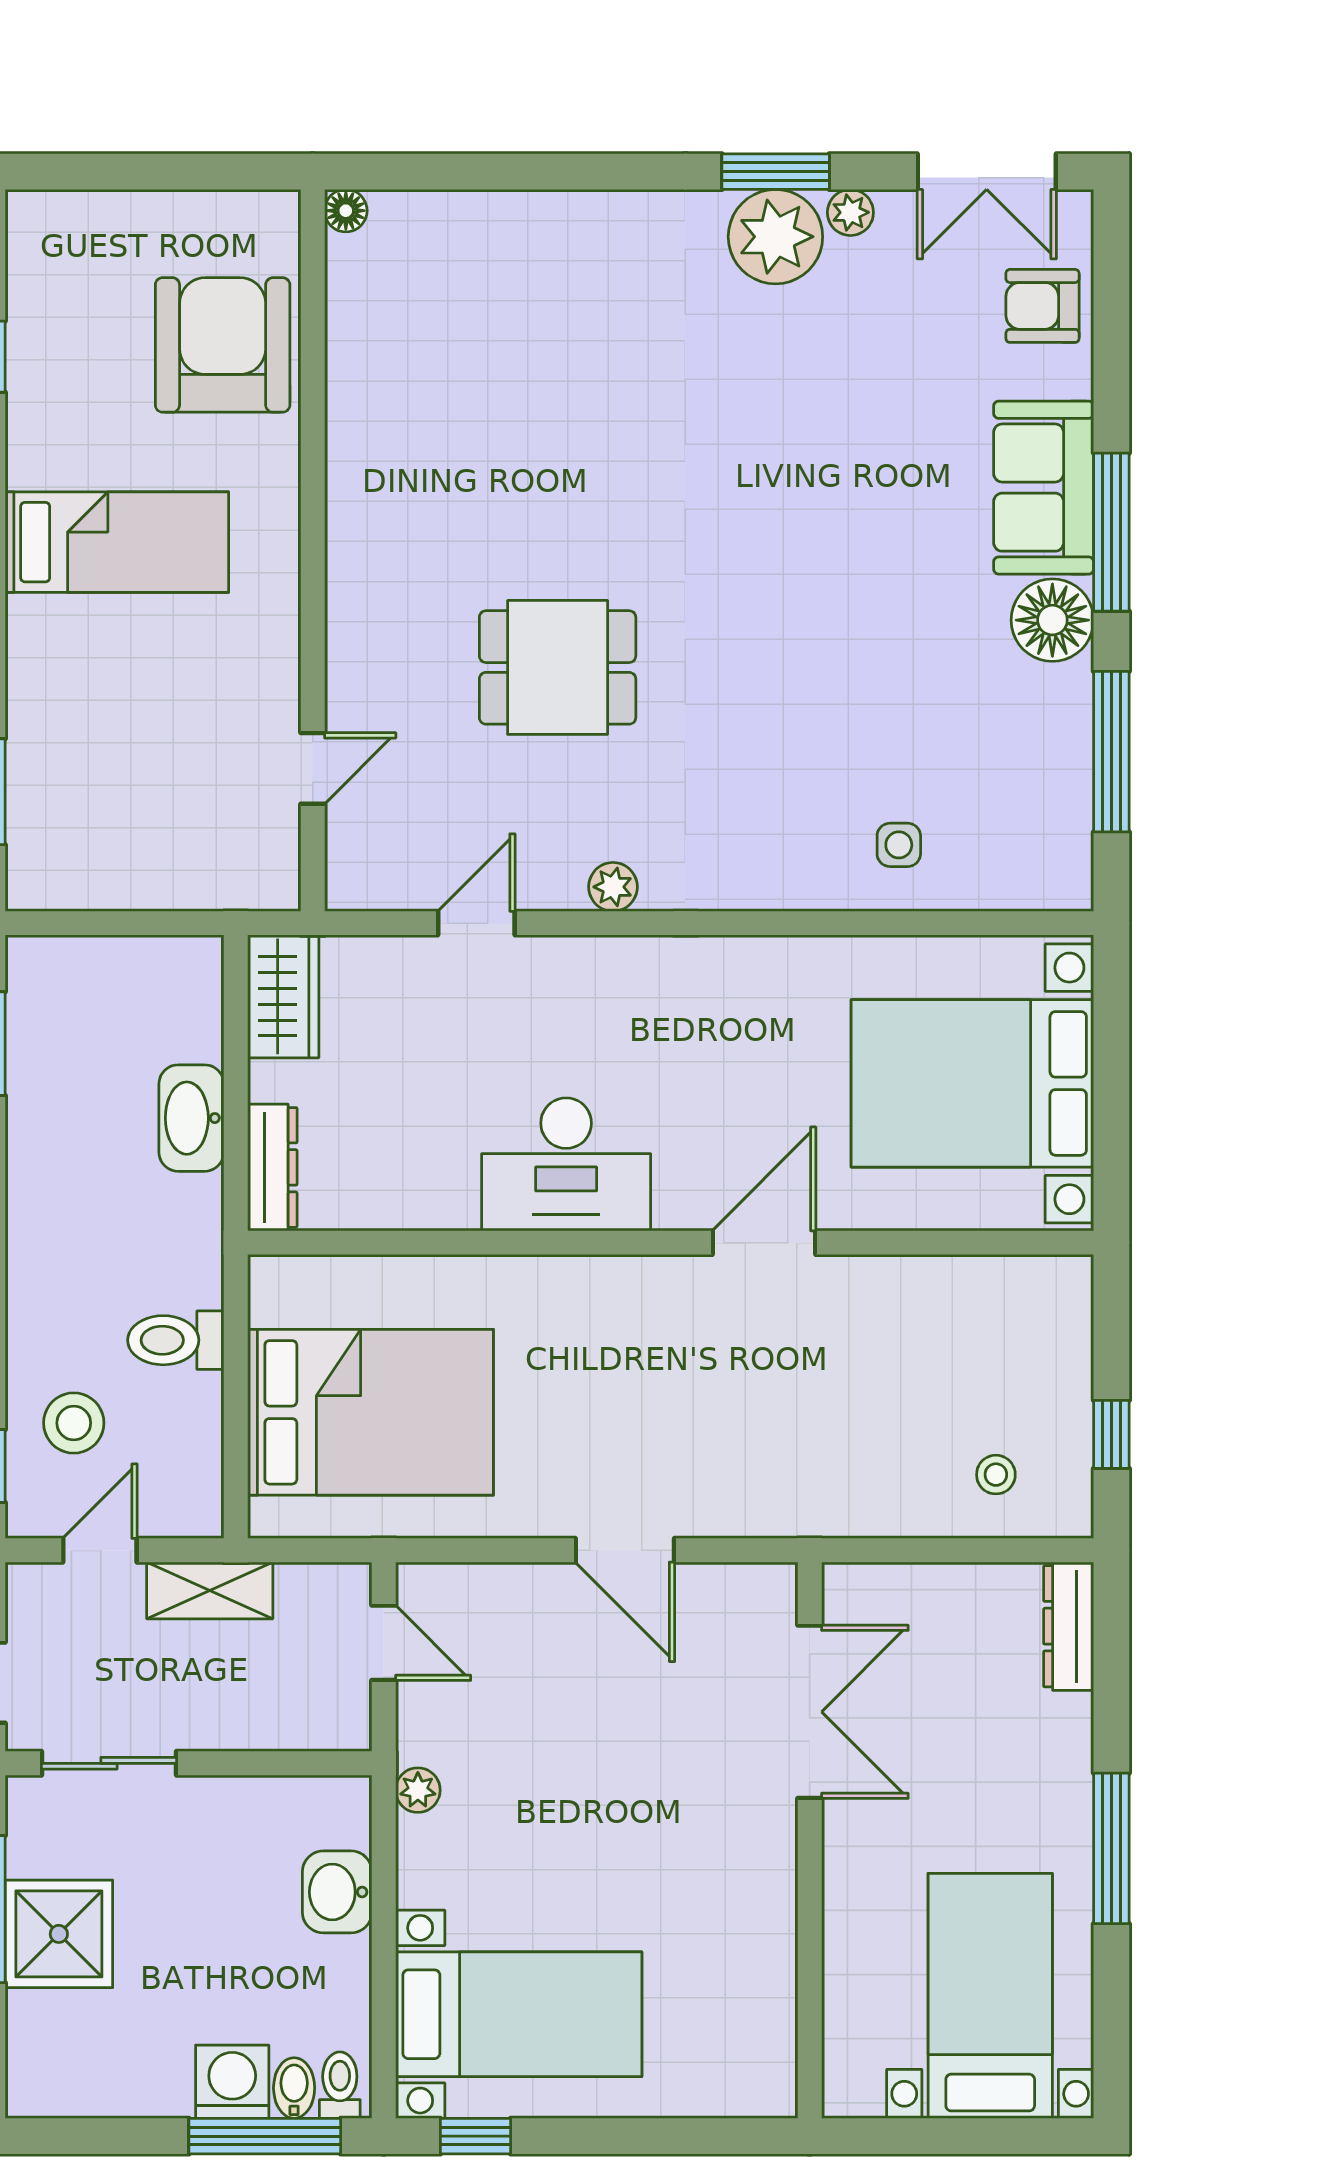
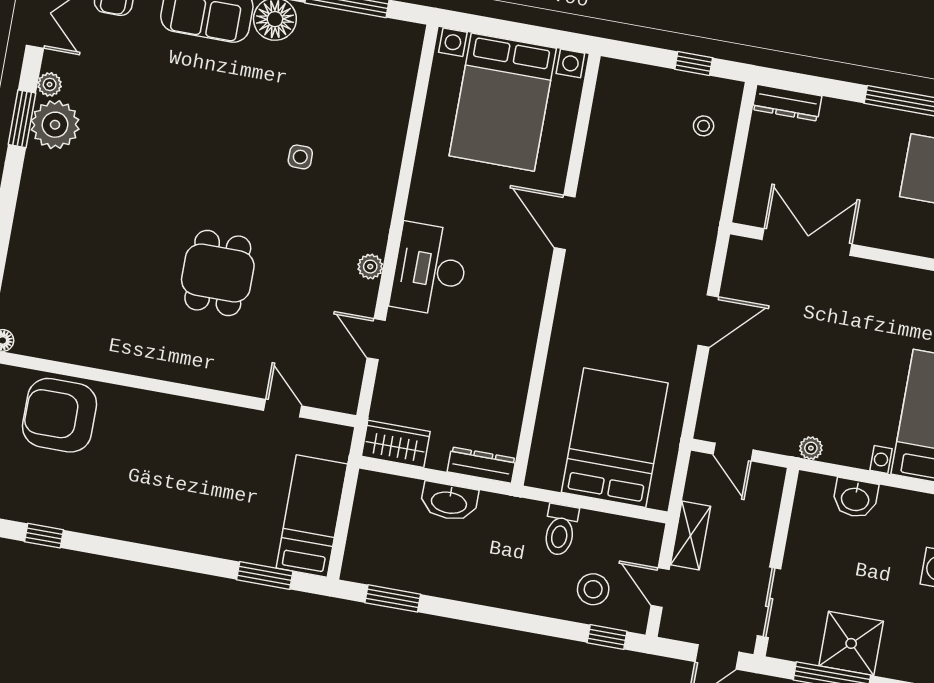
bed: (117, 542) -> (312, 516), moved
dining table: (558, 667) -> (218, 273), moved
side table: (899, 845) -> (300, 157), moved
desk: (566, 1164) -> (430, 269), moved, turned 180
door: (384, 1643) -> (733, 452), swing flipped

